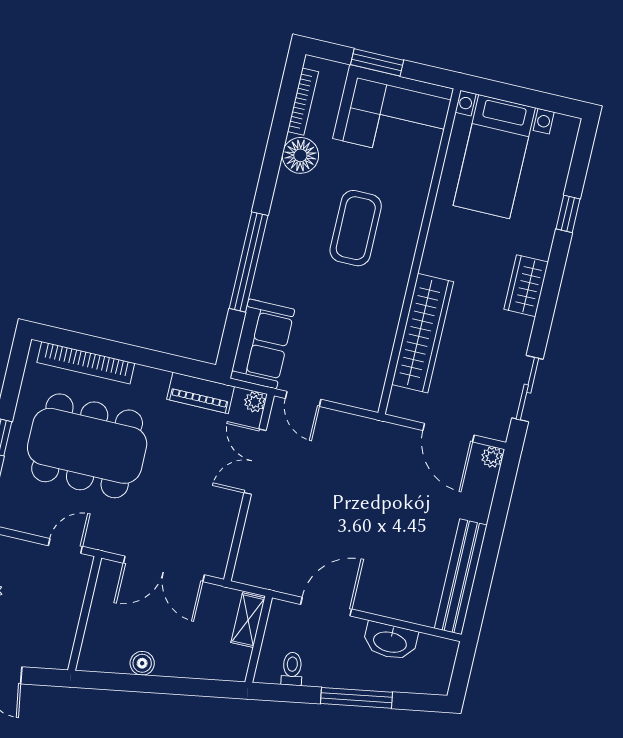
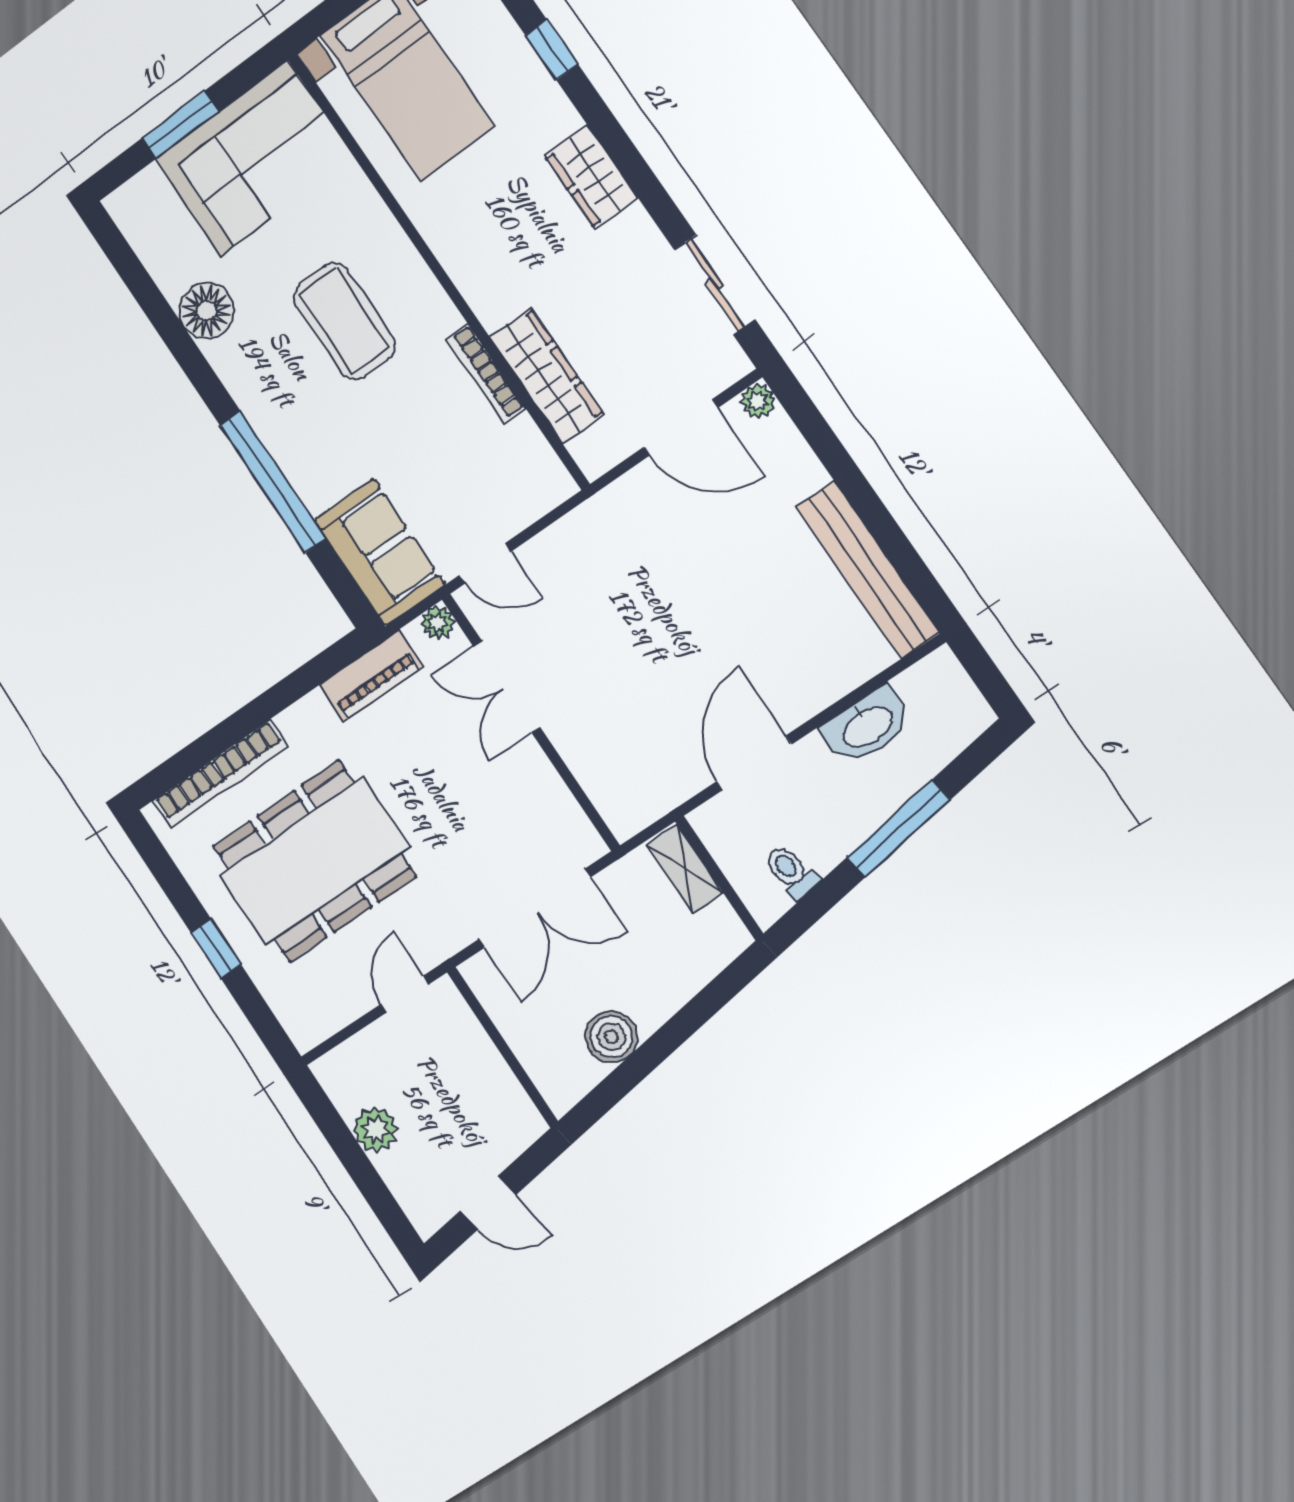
bookcase: (303, 102) -> (486, 373), moved, turned 180
wardrobe: (423, 333) -> (547, 376), width x0.71, depth x0.85
boiler: (142, 663) -> (611, 1037), width x1.36, depth x1.36

